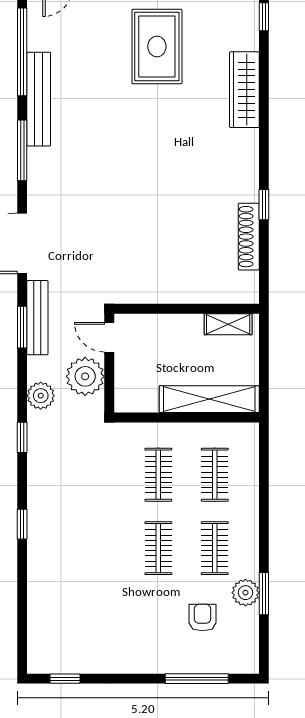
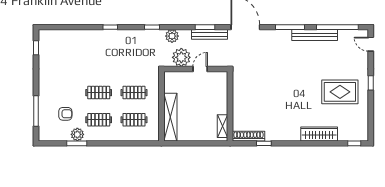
wall: (187, 309) -> (230, 106), moved
shelving: (228, 324) -> (223, 126), moved

